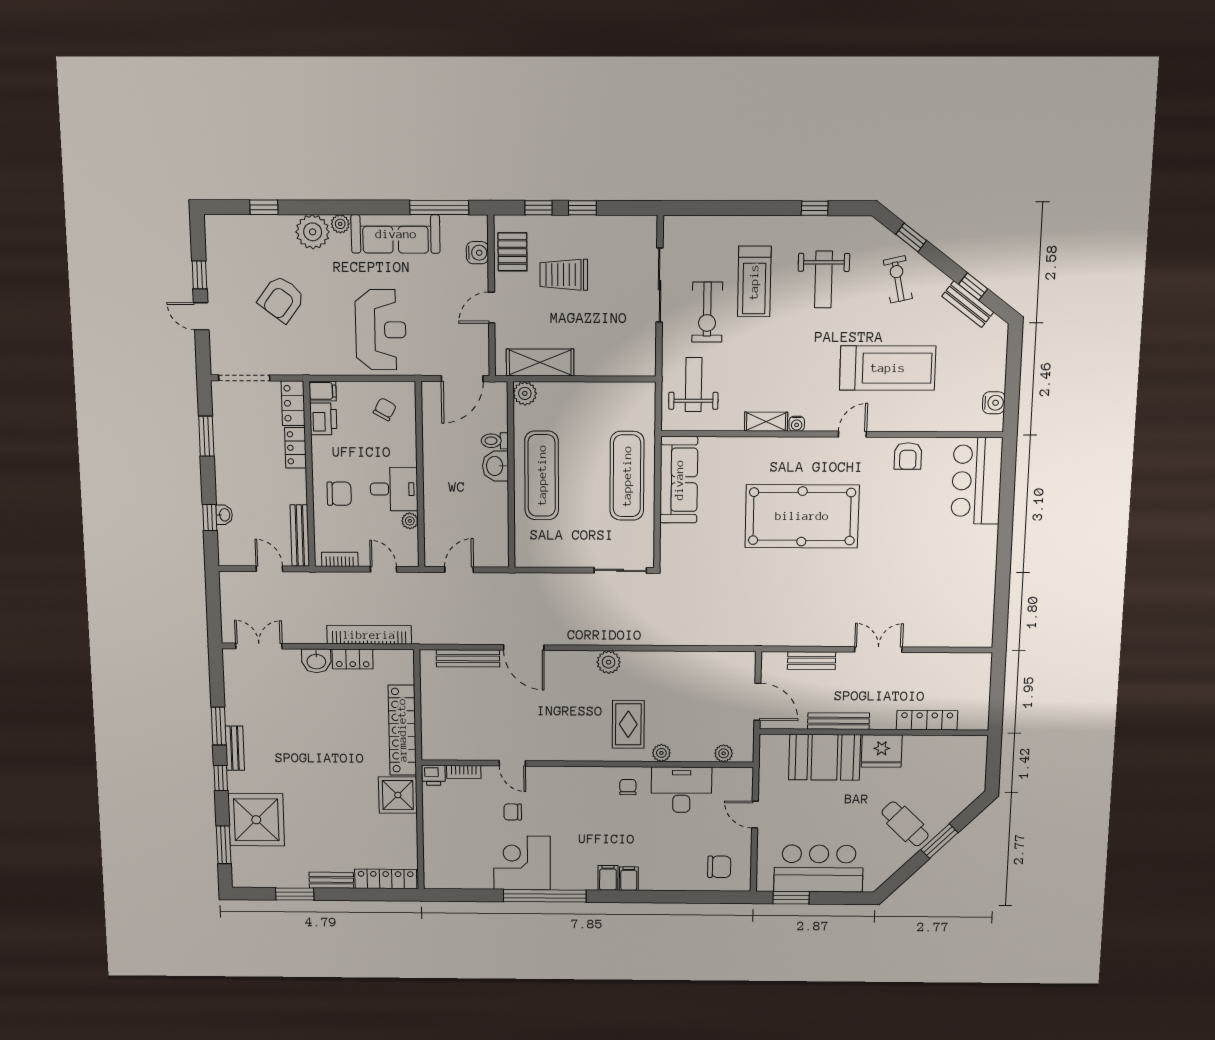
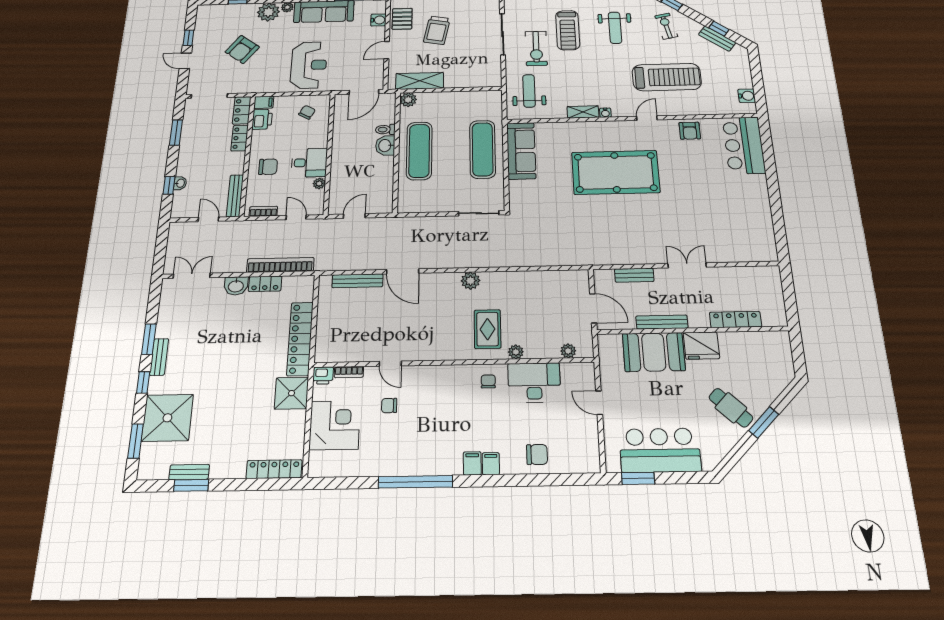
trolley: (564, 275) -> (437, 30), turned -79
corner desk: (522, 863) -> (335, 425), moved, turned 90
chair: (719, 867) -> (537, 454), moved
bench: (331, 880) -> (189, 472), moved

